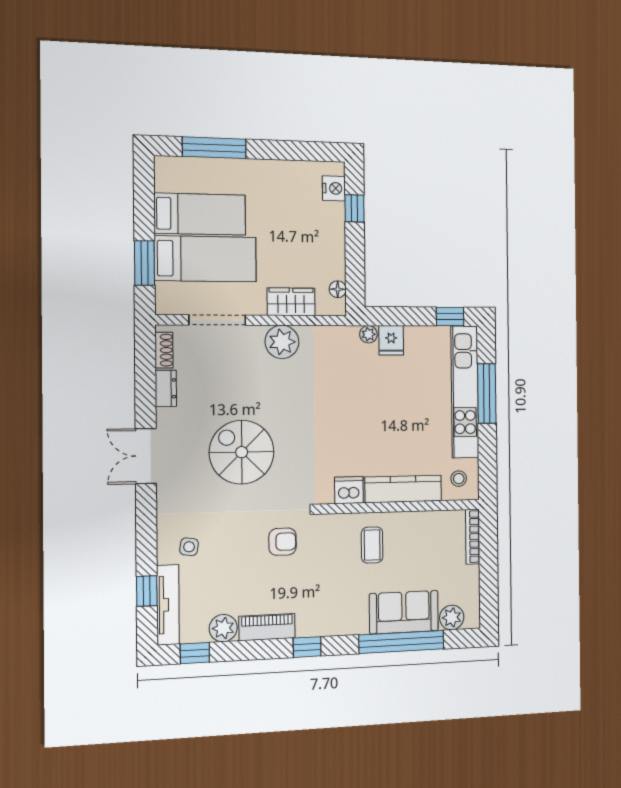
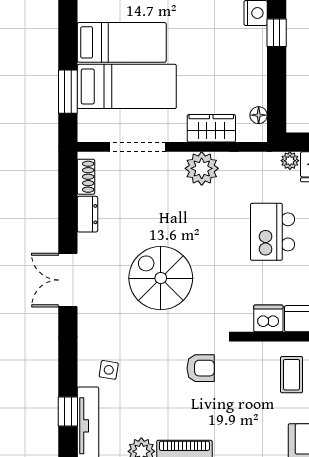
kitchen island: (352, 404) -> (273, 232), added

